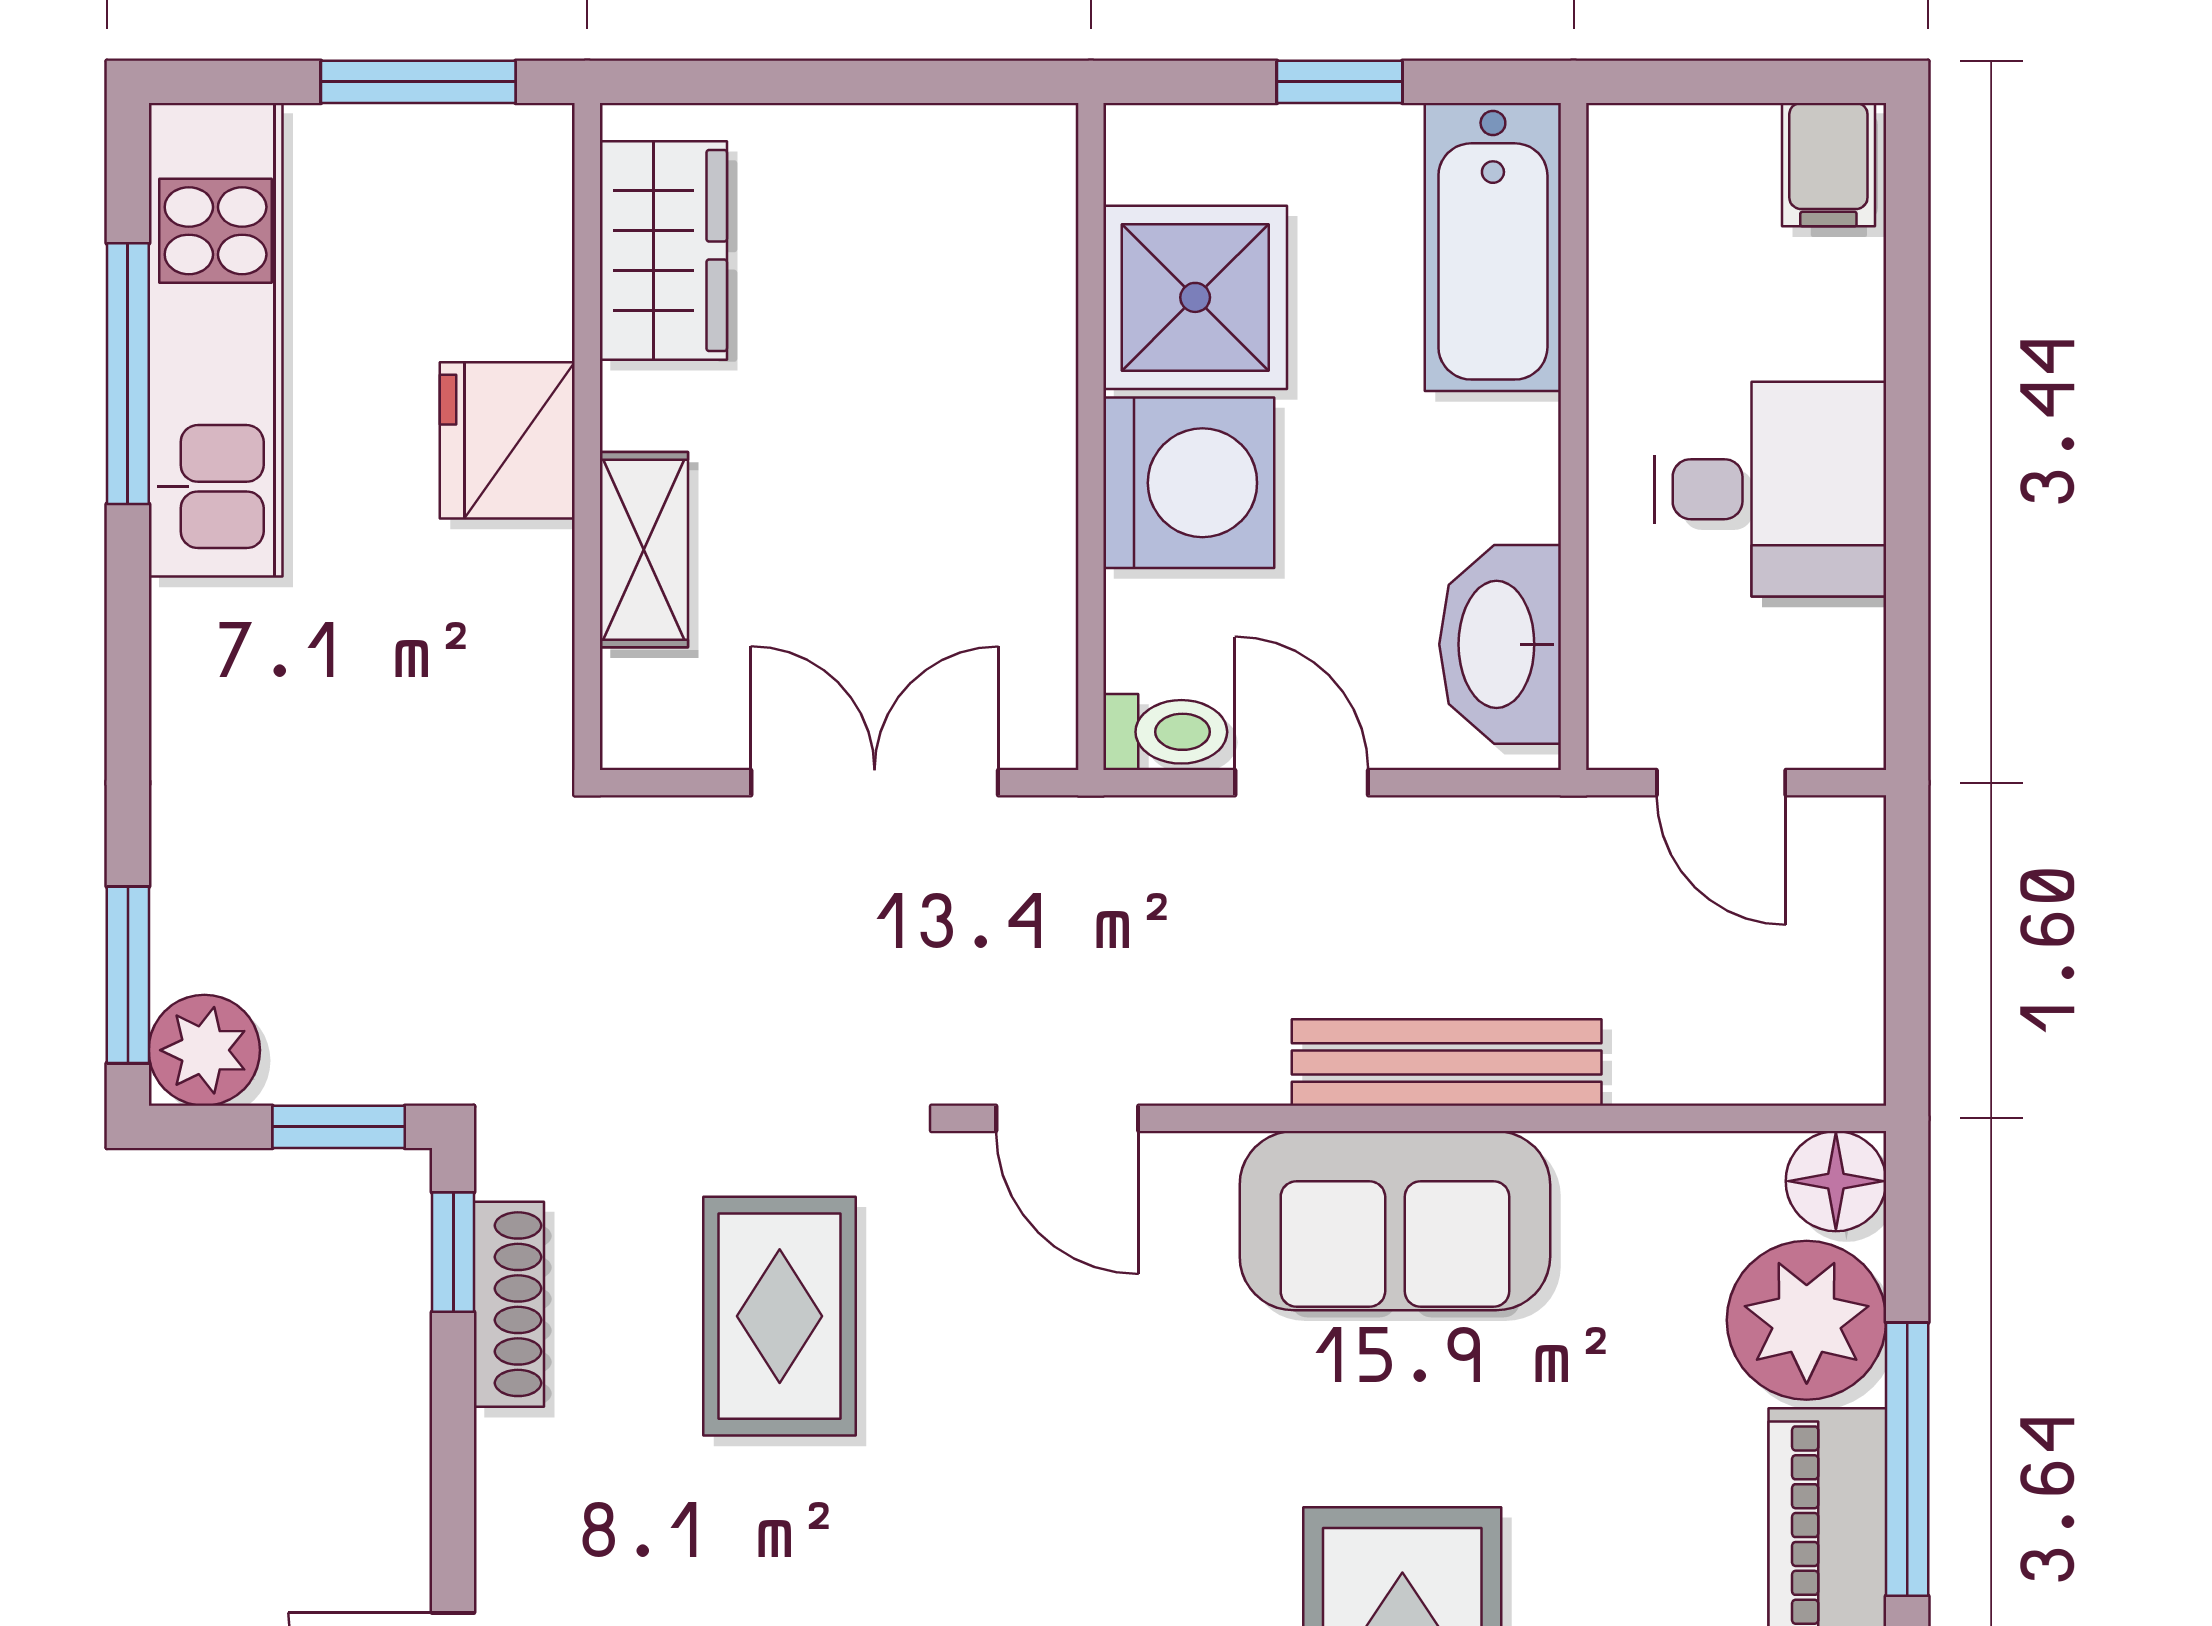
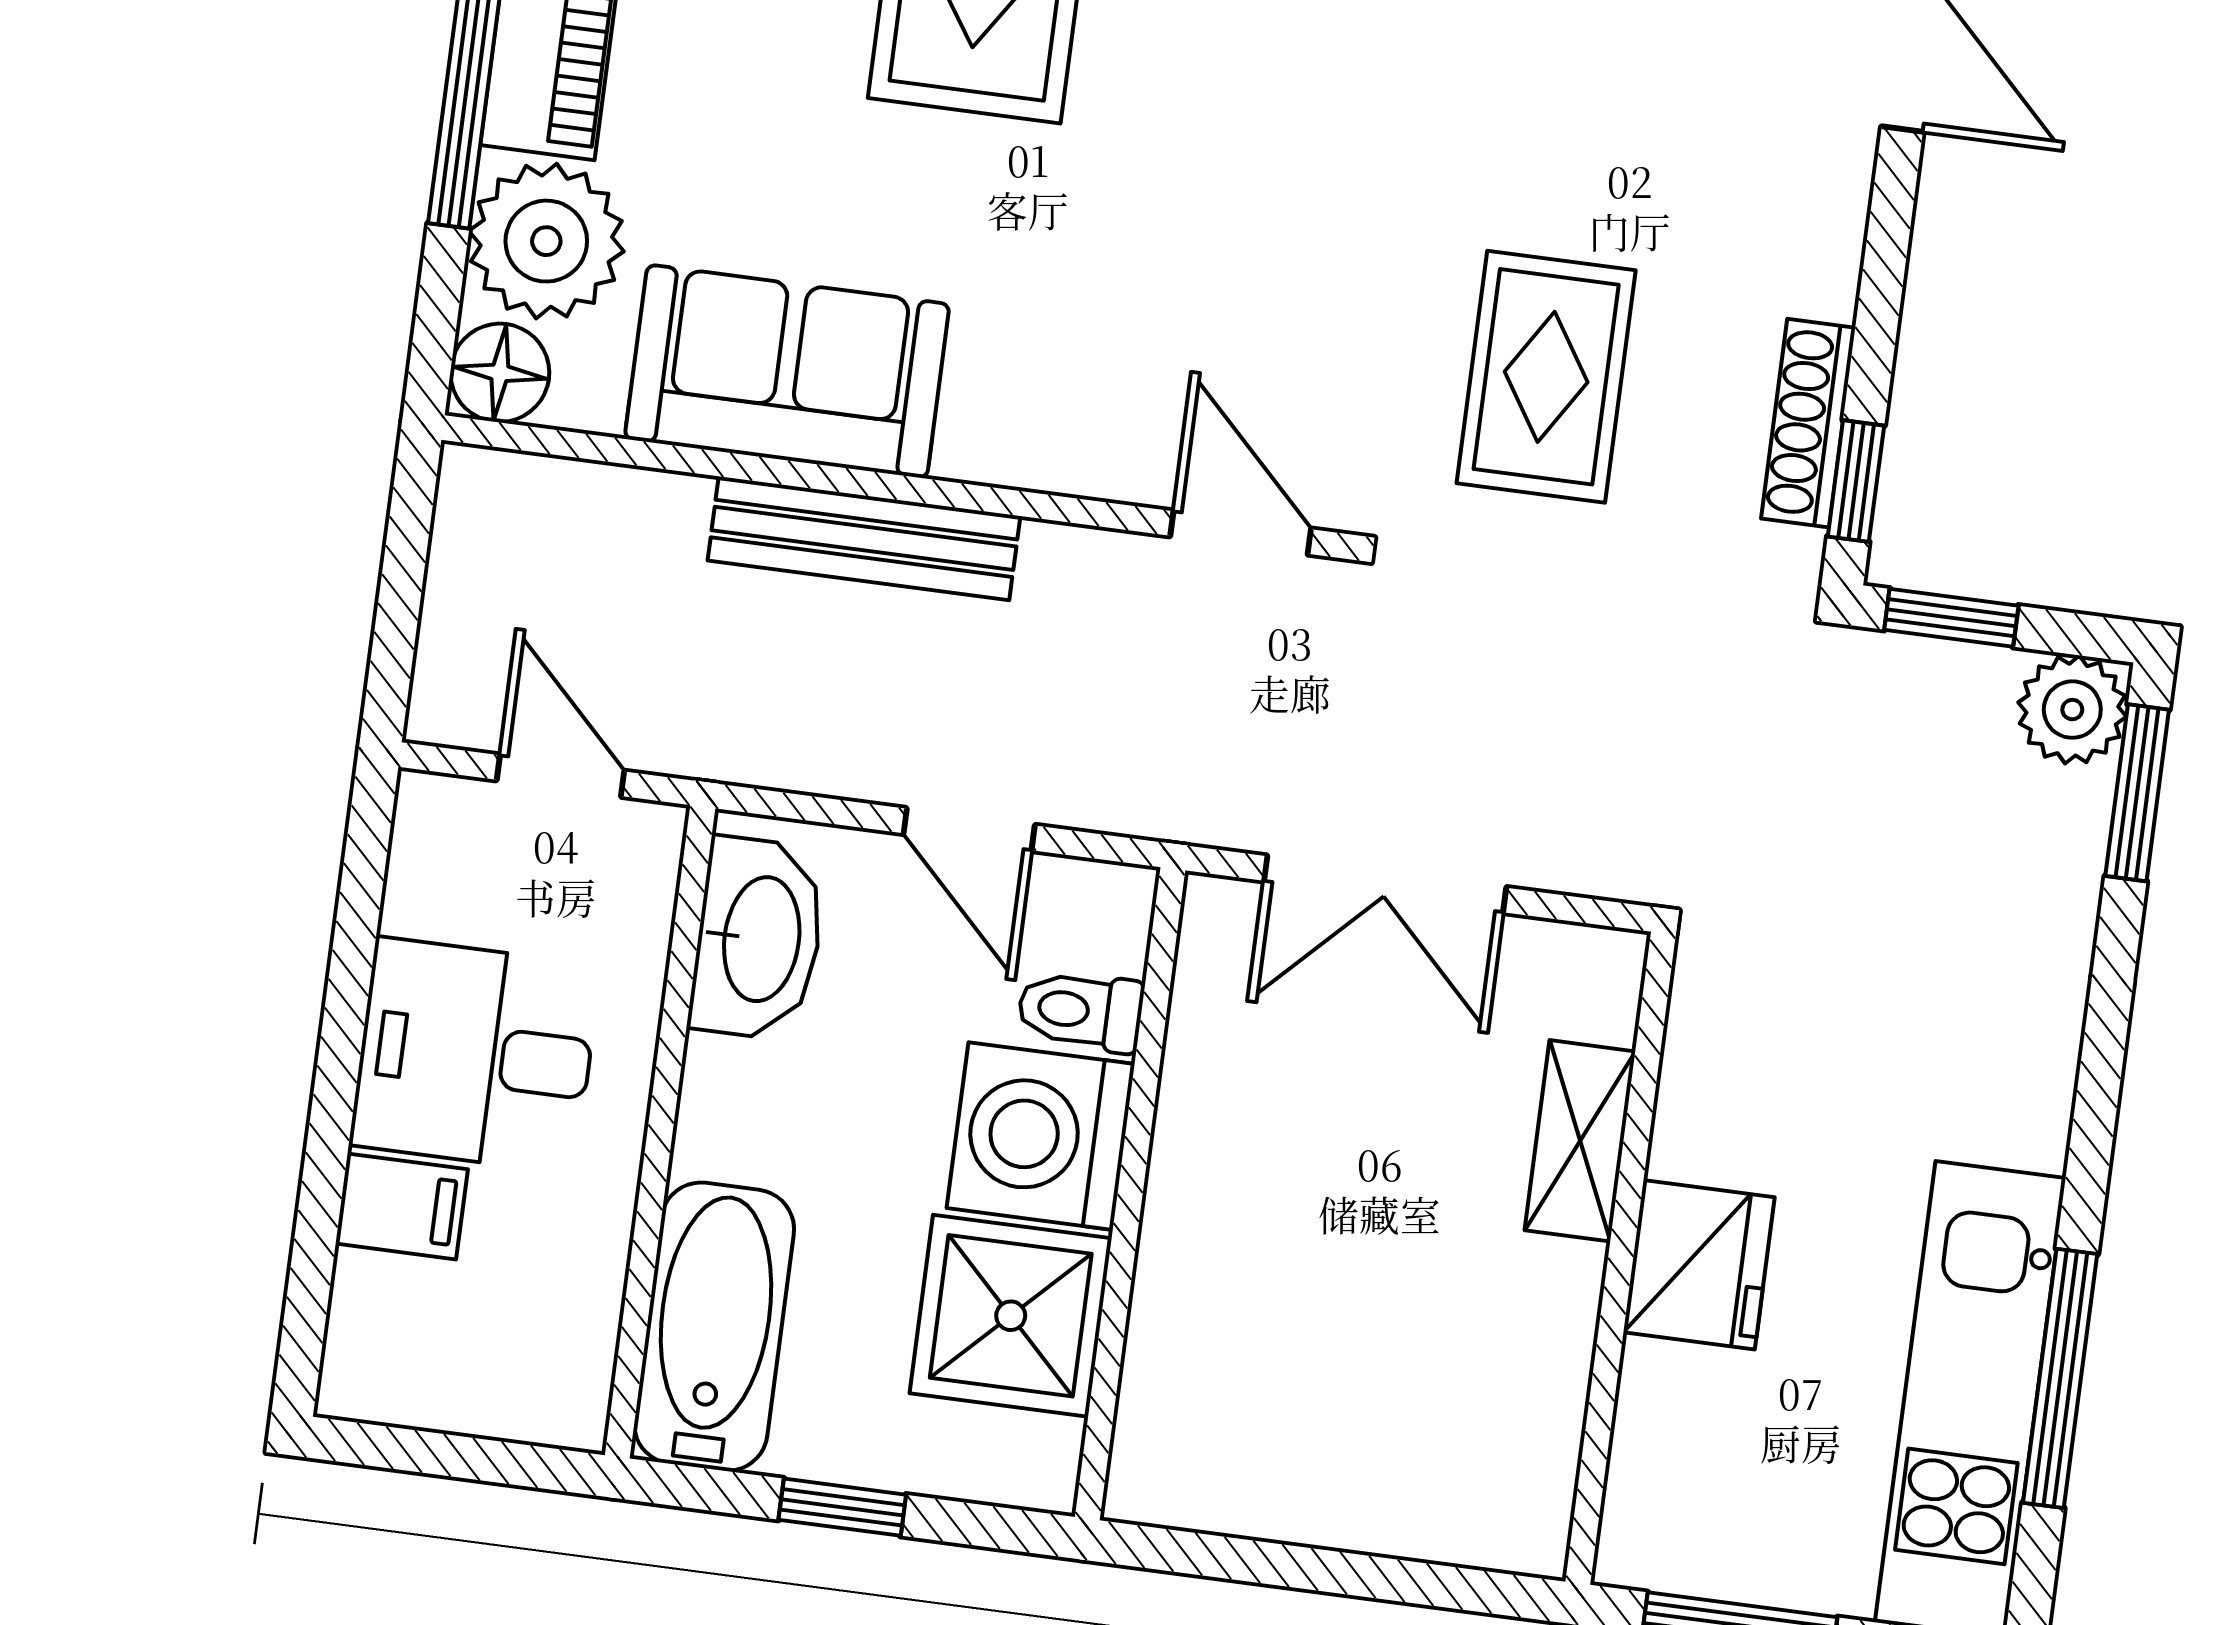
filing cabinet: (1828, 165) -> (402, 1206), moved, turned 90
wardrobe: (663, 251) -> (1523, 1430), removed
toilet: (1165, 732) -> (1080, 1011), moved
sofa: (1395, 1221) -> (787, 371), moved

